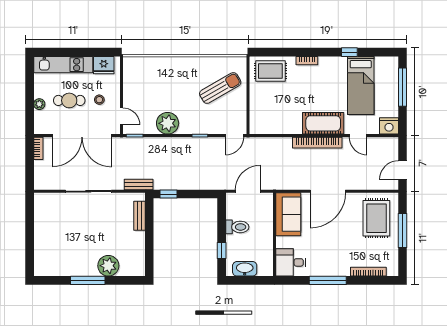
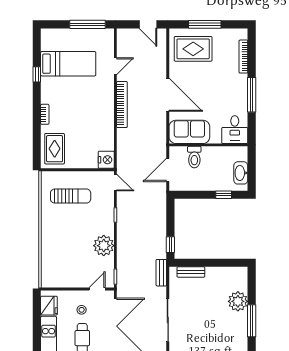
window: (402, 87) -> (88, 24), moved
sun lounger: (220, 88) -> (71, 196), turned 120
cot: (323, 123) -> (104, 99), removed
nightstand: (389, 126) -> (106, 160), moved
door: (248, 191) -> (168, 170), hinge flipped
toilet: (237, 227) -> (194, 157), moved, turned 180

